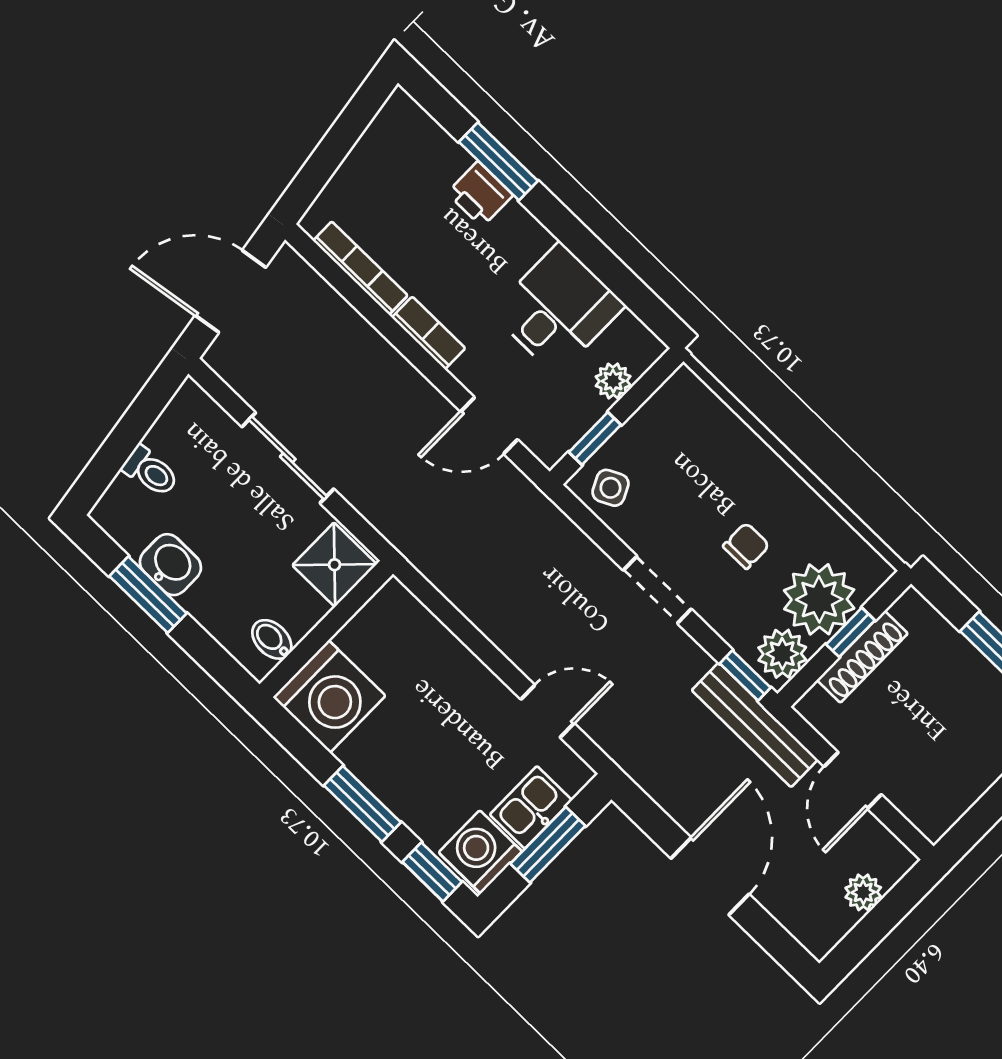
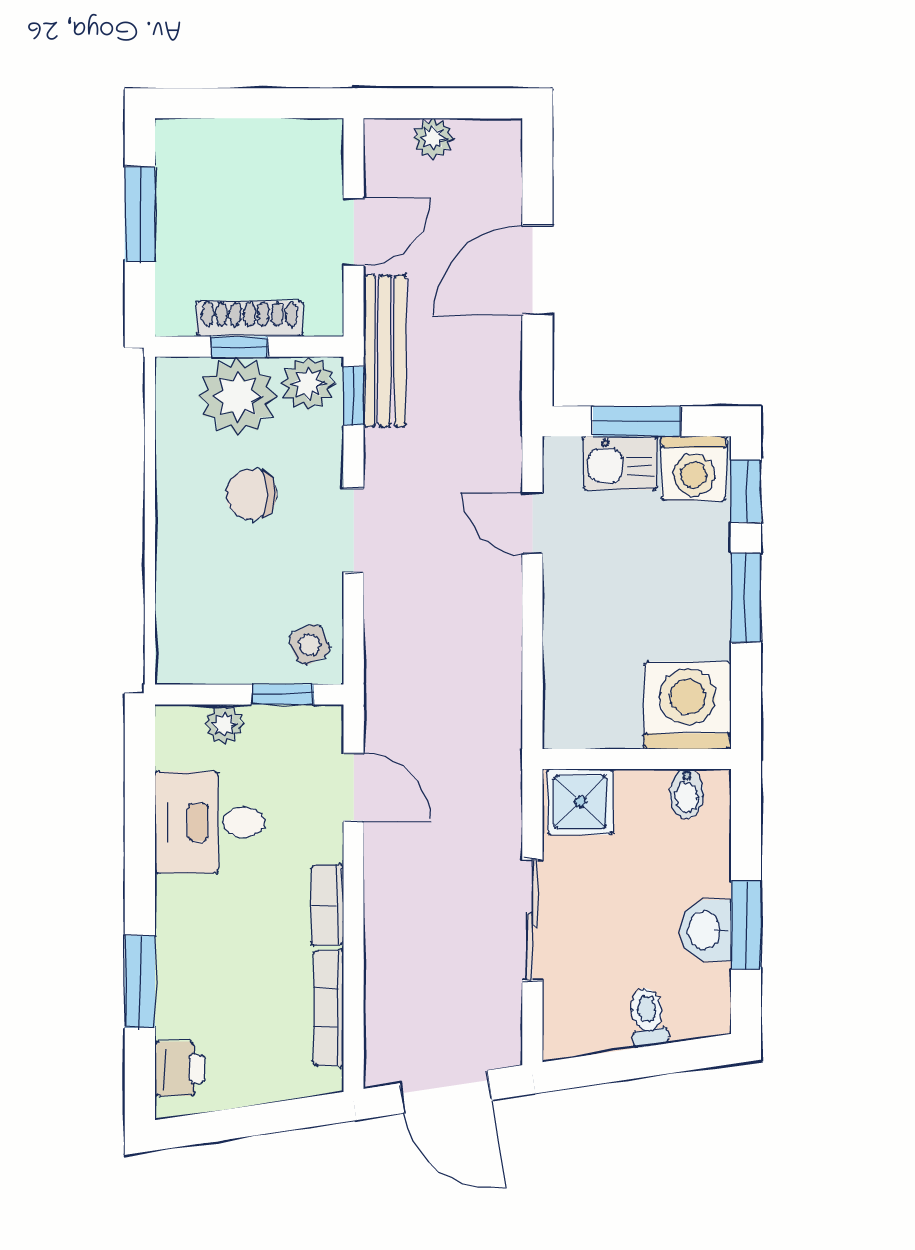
printer: (480, 194) -> (179, 1069), moved
chair: (746, 546) -> (251, 494), width x1.37, depth x1.37

